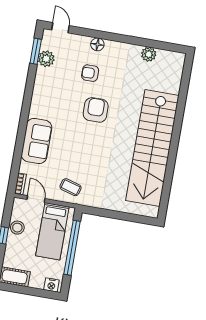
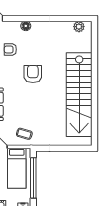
plant: (149, 54) -> (79, 27), moved
armchair: (90, 73) -> (10, 49), moved

